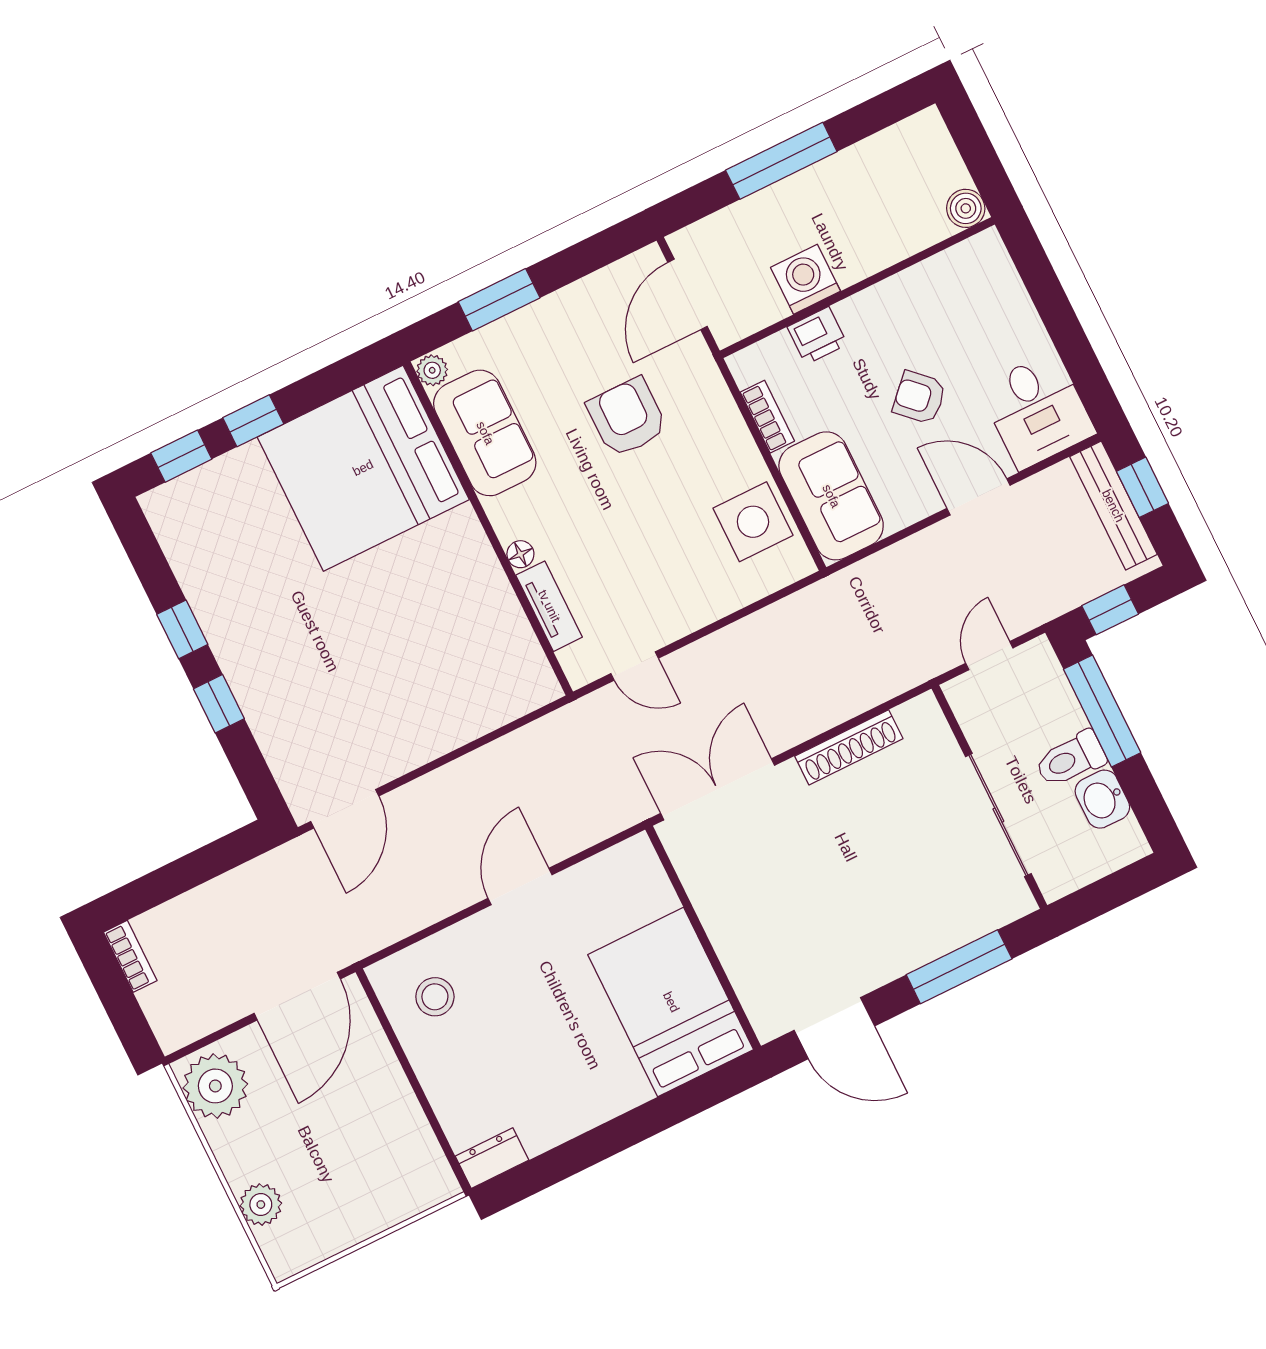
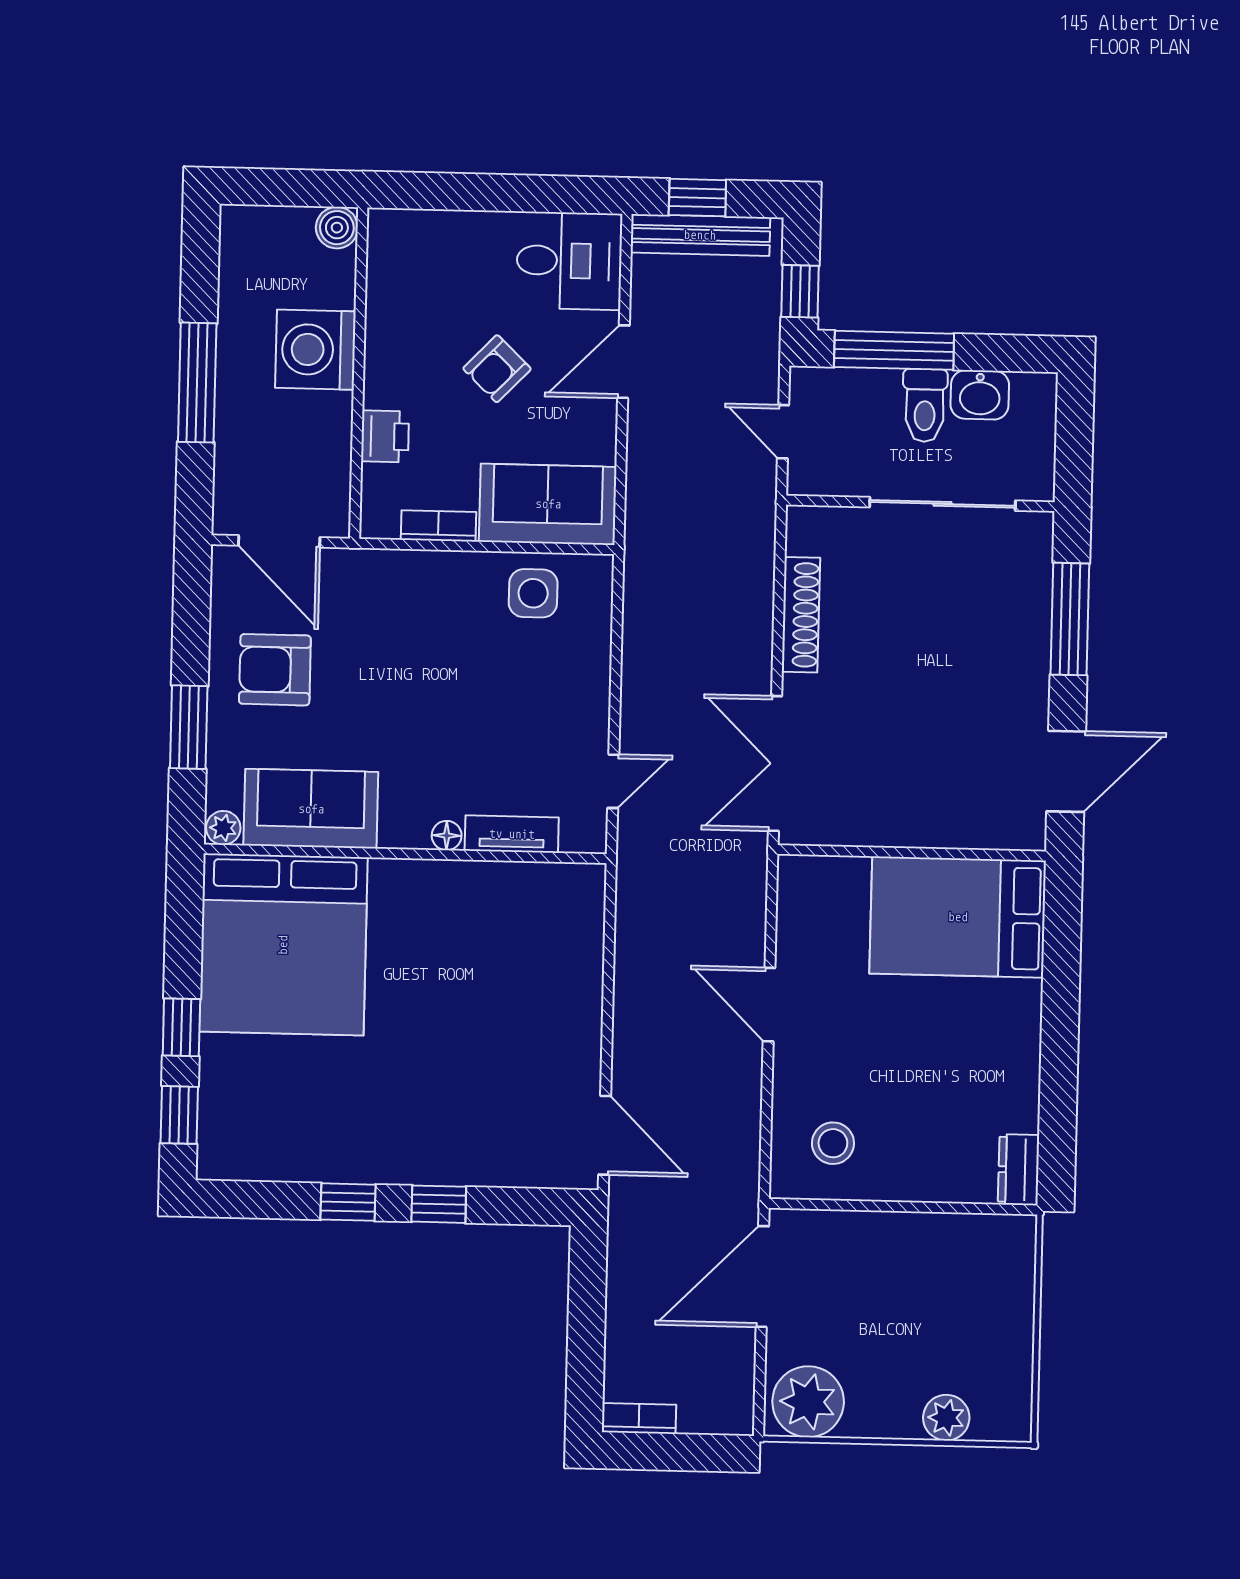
washing machine: (806, 279) -> (315, 350), moved, width x1.37, depth x1.37
armchair: (627, 417) -> (275, 670), moved
side table: (753, 522) -> (533, 593), width x0.73, depth x0.73
door: (297, 996) -> (762, 1277), swing flipped

